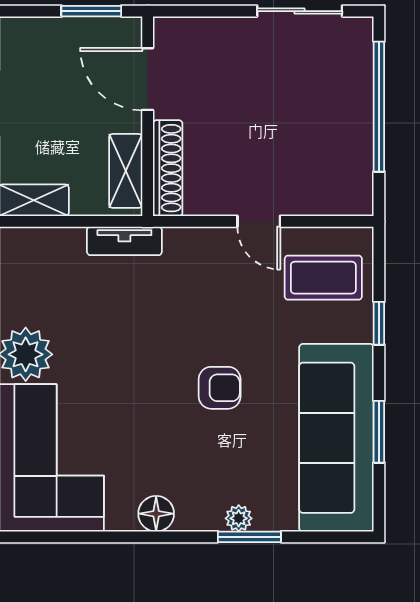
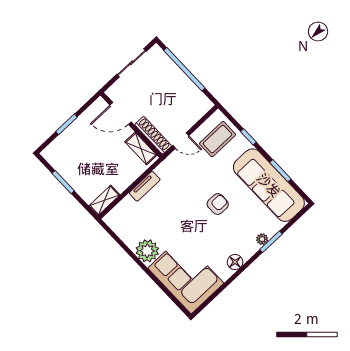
door: (148, 79) -> (121, 113), moved
wall: (148, 116) -> (131, 125), moved
shoe rack: (168, 168) -> (153, 135), moved
shelving: (126, 171) -> (141, 149), moved

